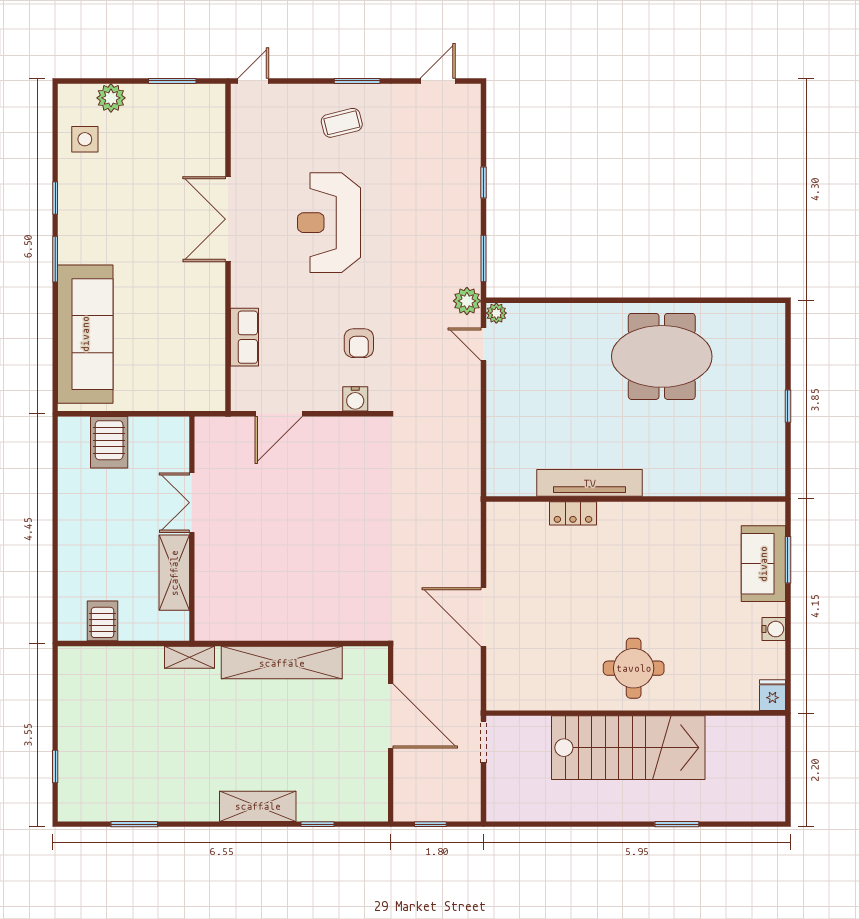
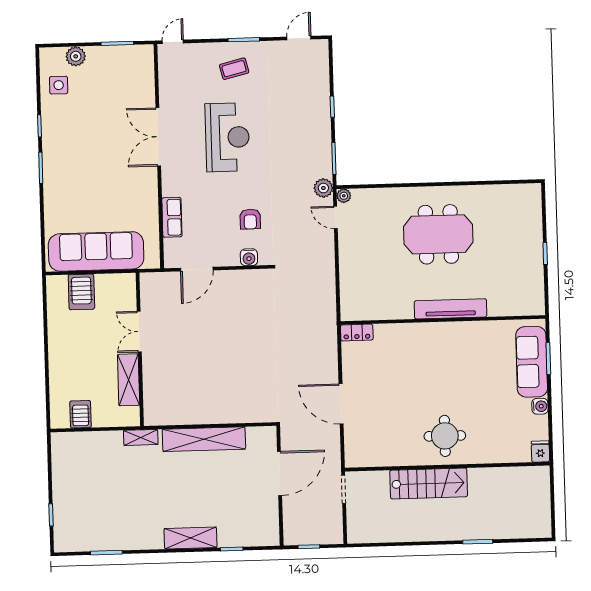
reception desk: (329, 223) -> (227, 137), turned 180
sofa: (85, 334) -> (96, 251), moved, turned -90
meeting table: (662, 356) -> (438, 234), moved
tv unit: (590, 483) -> (451, 309), moved
locker: (573, 513) -> (357, 332), moved
sofa: (763, 564) -> (532, 362), width x1.36
door: (391, 716) -> (280, 473), hinge flipped
stairs: (628, 748) -> (429, 483), width x0.73, depth x0.66

